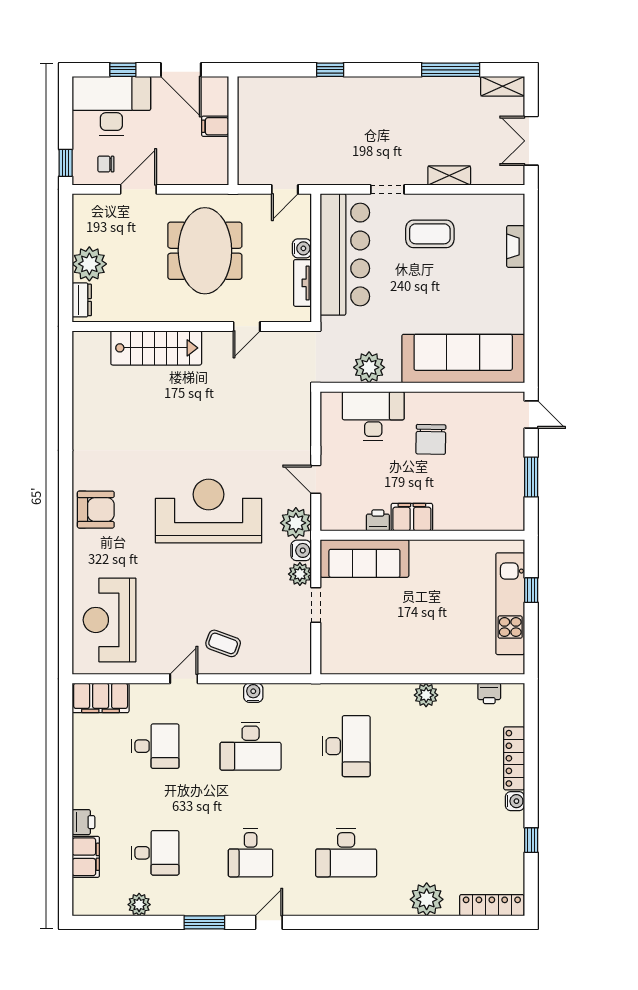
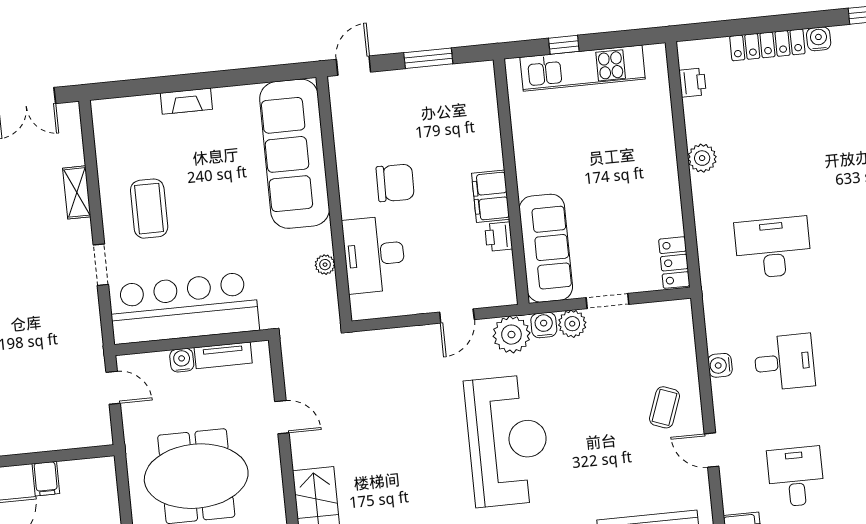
fireplace: (516, 246) -> (186, 101), moved
plant: (369, 367) -> (325, 265), width x0.53, depth x0.53
reception desk: (209, 511) -> (508, 441), turned 180
locker: (342, 663) -> (674, 263), added
desk: (251, 746) -> (784, 362), width x0.73

